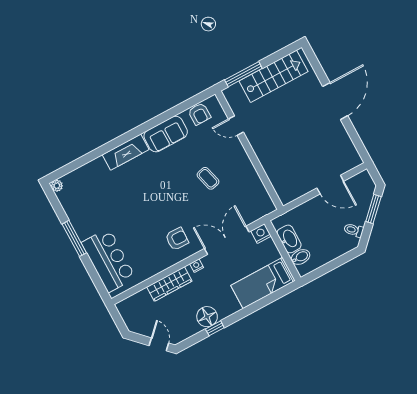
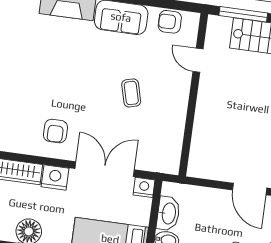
armchair: (199, 114) -> (170, 22), turned 90
armchair: (177, 239) -> (55, 131), turned 89
nightstand: (197, 266) -> (55, 177), width x1.89, depth x1.79

